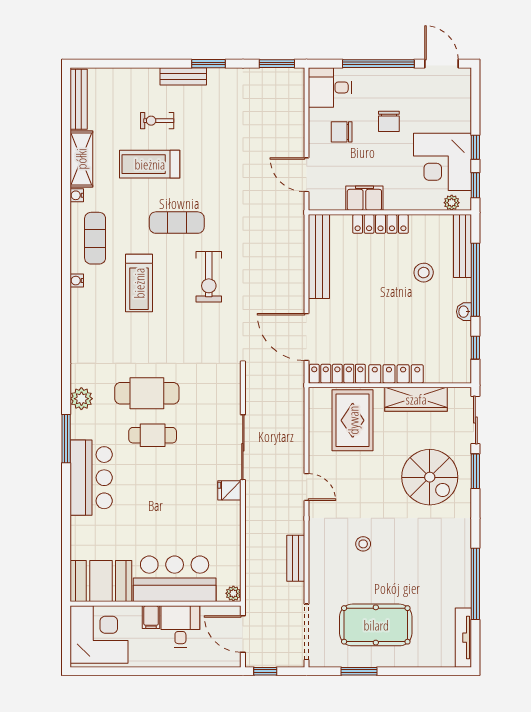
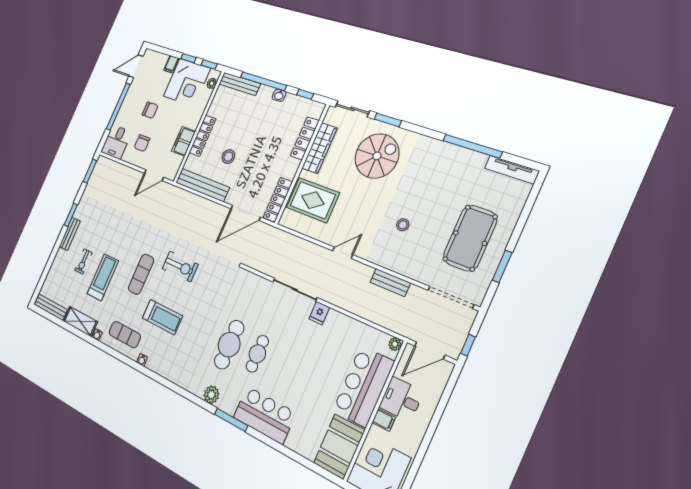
filing cabinet: (460, 123) -> (171, 64), added
treadmill: (150, 164) -> (103, 277), turned 180
stool: (424, 273) -> (228, 157), moved
locker: (396, 374) -> (305, 138), moved

